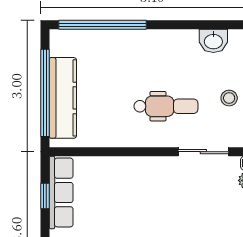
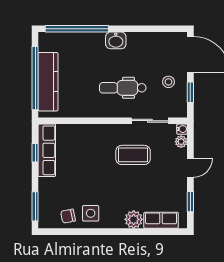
washbasin: (213, 41) -> (116, 40), moved
dental chair: (166, 106) -> (123, 88), turned 180
coffee table: (180, 199) -> (133, 155), added

